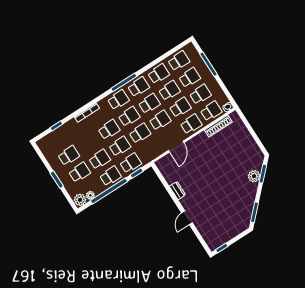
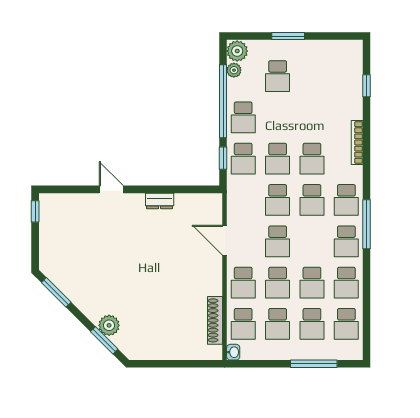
school desk: (149, 104) -> (312, 241), removed
school desk: (69, 156) -> (312, 76), removed
school desk: (100, 159) -> (278, 117), removed

